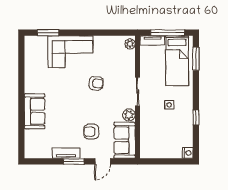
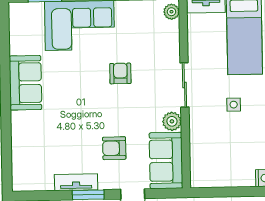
armchair: (96, 83) -> (120, 73), turned -94
sofa: (35, 111) -> (25, 83), moved

